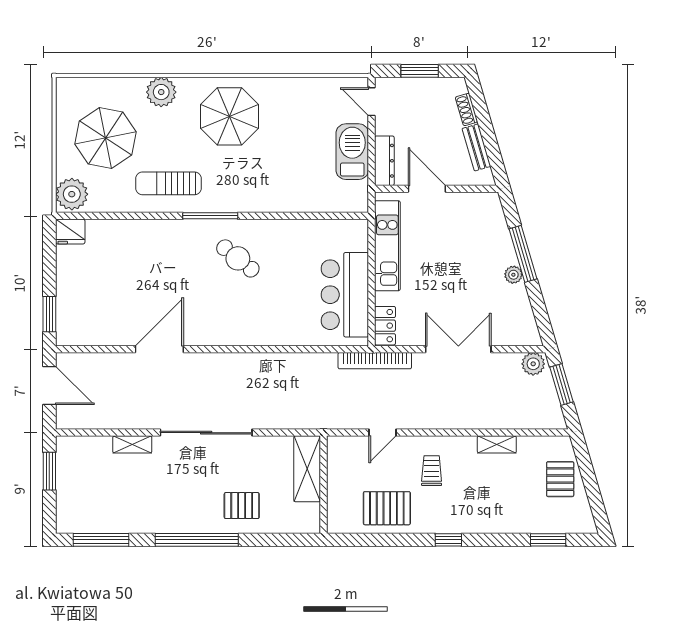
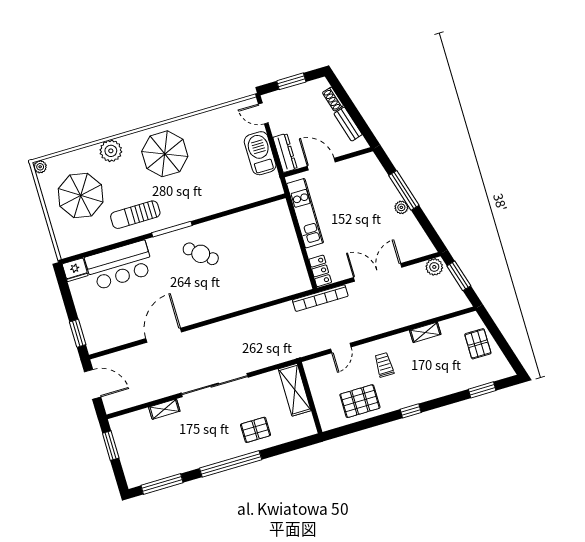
plant: (72, 194) -> (40, 167), moved, width x0.53, depth x0.53
bar counter: (345, 295) -> (119, 265), moved, turned -90

